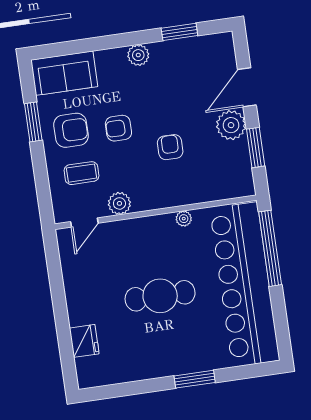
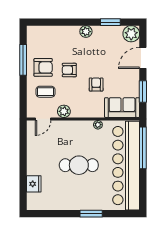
sofa: (64, 73) -> (122, 108), moved, turned 180
window: (33, 122) -> (23, 60), width x1.44
plant: (231, 125) -> (131, 34), moved

